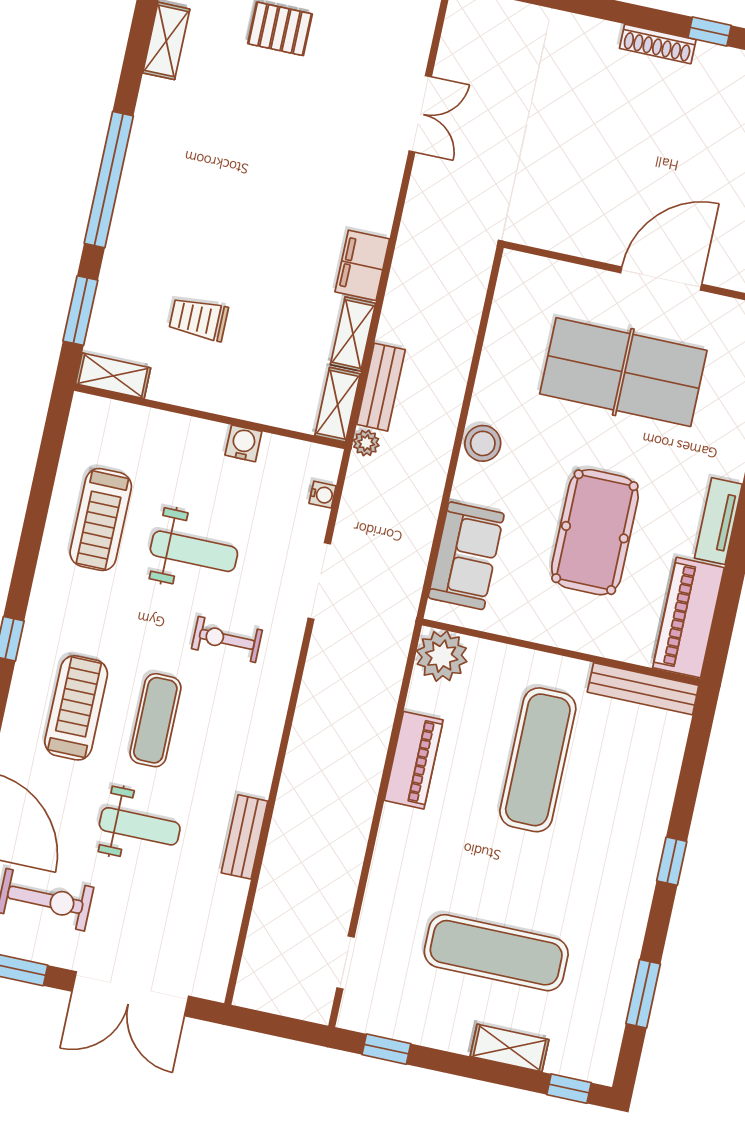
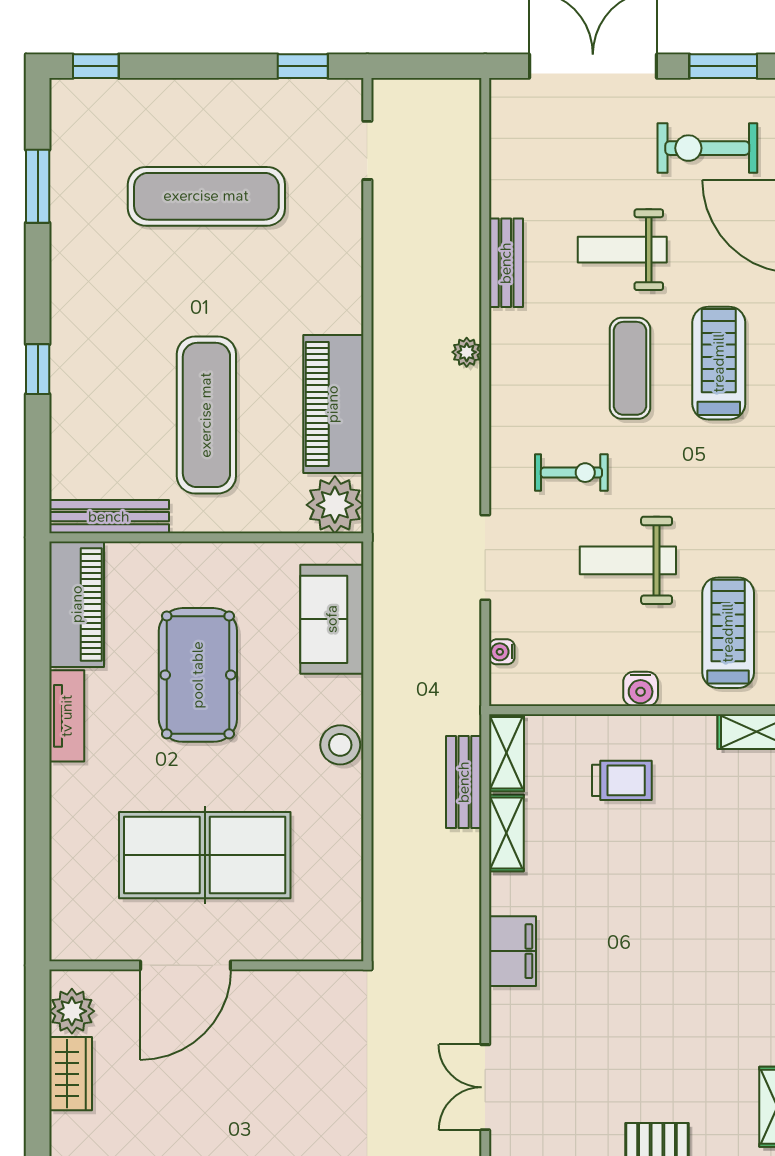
filing cabinet: (362, 265) -> (512, 951), moved
trolley: (199, 319) -> (622, 780), moved
water cooler: (243, 443) -> (641, 689), moved
plant: (366, 443) -> (467, 352), moved
treadmill: (101, 519) -> (728, 633), moved
treadmill: (76, 708) -> (719, 363), turned 180
piano: (414, 760) -> (333, 404), width x1.37, depth x1.33
window: (672, 861) -> (38, 369), moved
shelving: (510, 1048) -> (170, 96), removed

